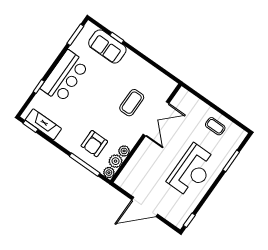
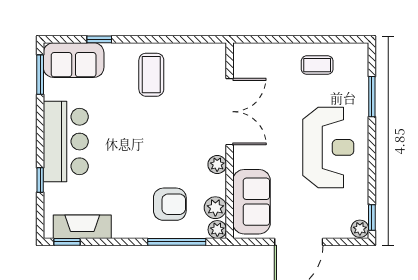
sofa: (107, 46) -> (74, 60), moved
coffee table: (132, 103) -> (151, 75), moved
armchair: (94, 144) -> (170, 204), turned -90
plant: (124, 151) -> (217, 165), moved
sofa: (135, 171) -> (252, 202), added
plant: (179, 222) -> (360, 229), added

